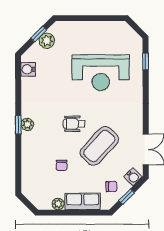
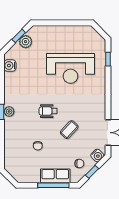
coffee table: (99, 146) -> (69, 130), width x0.54, depth x0.58
plant: (58, 204) -> (35, 178), removed
window: (80, 213) -> (53, 185), added

